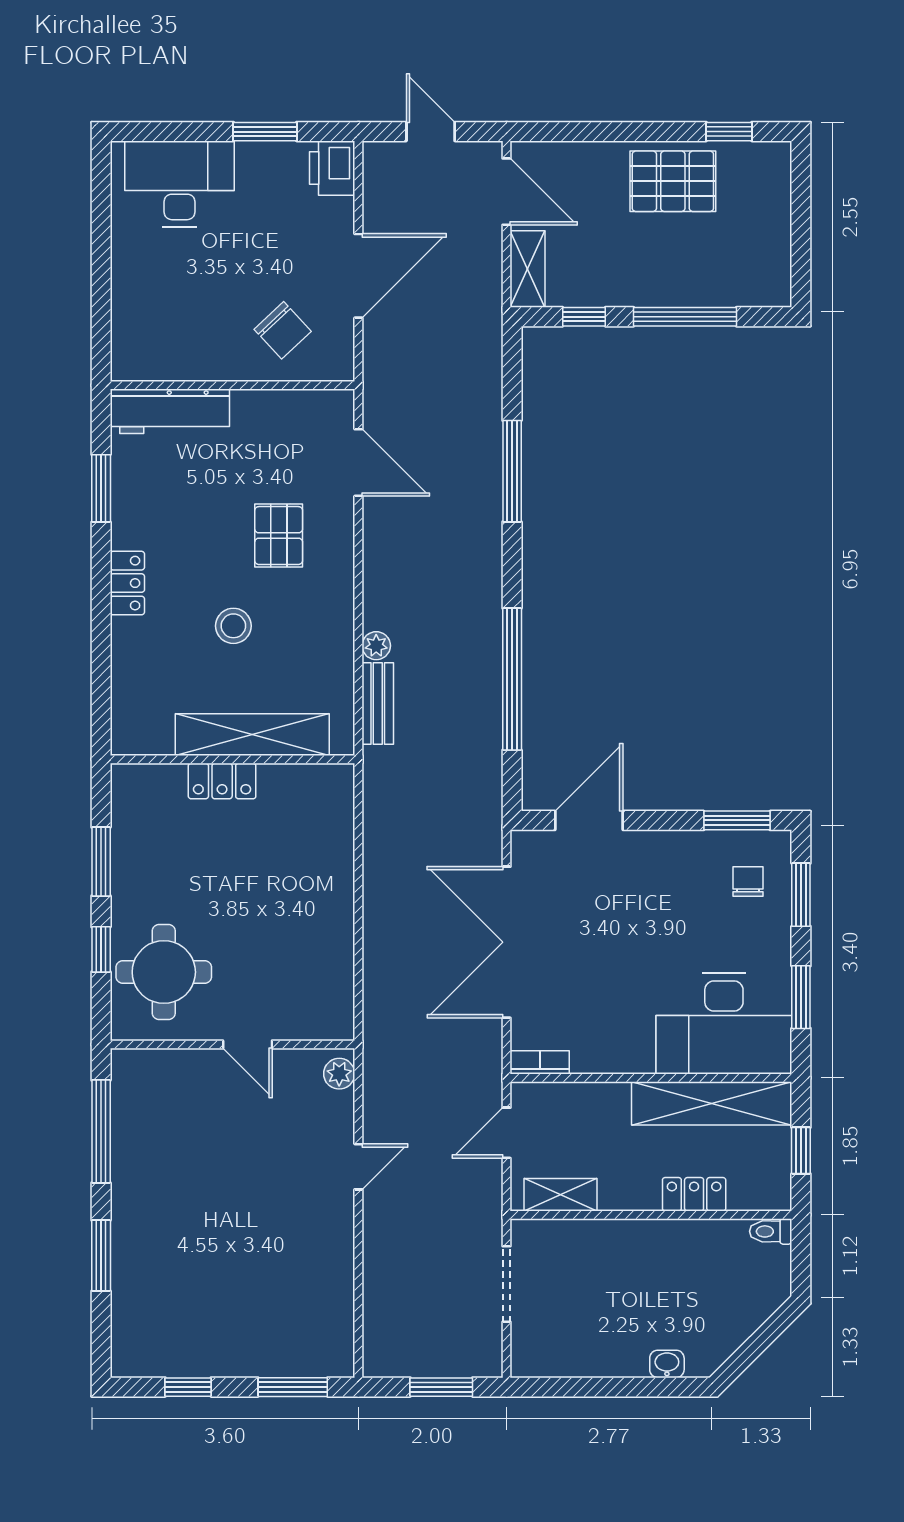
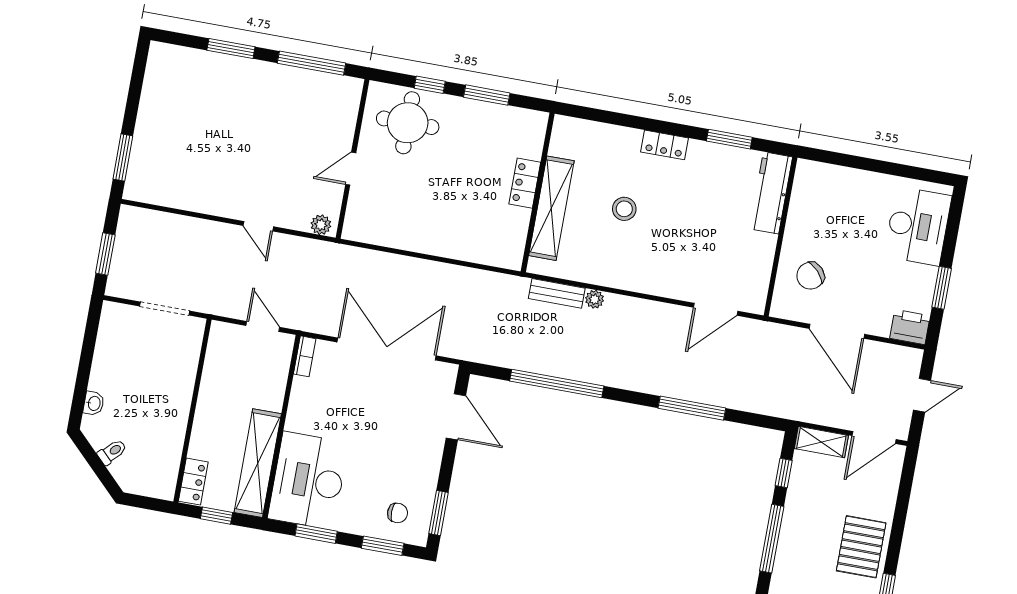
pallet: (279, 536) -> (678, 249), removed
locker: (694, 1194) -> (193, 482), moved
shelving: (561, 1195) -> (216, 354), removed
toilet: (771, 1231) -> (112, 452), moved, turned 45
window: (188, 1387) -> (135, 90), removed

